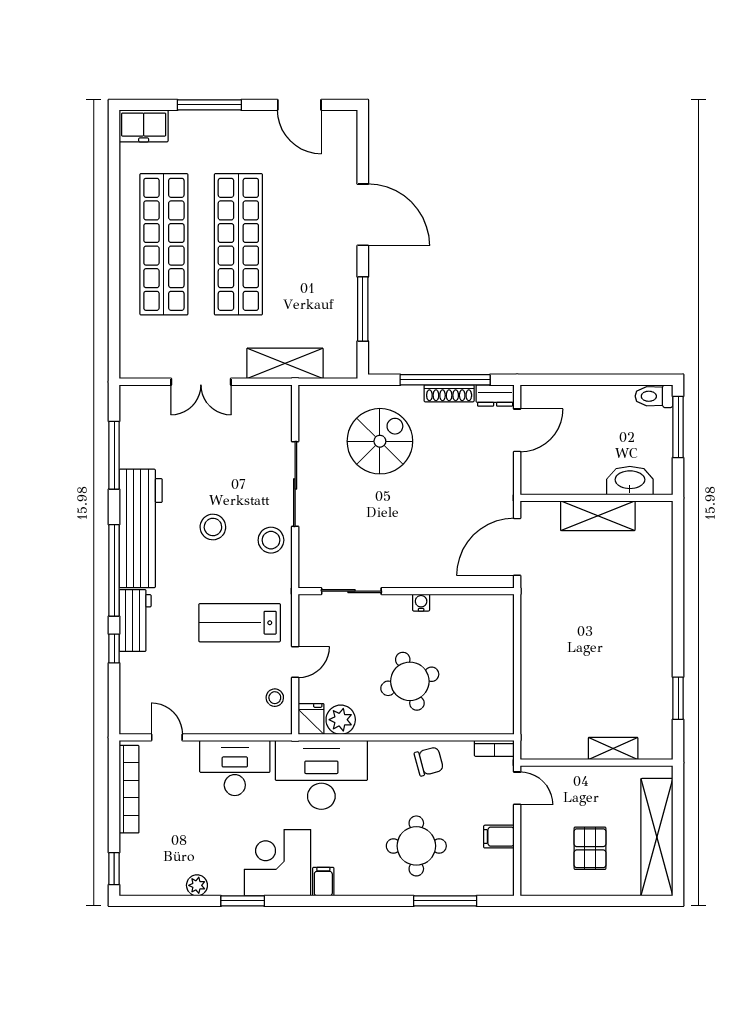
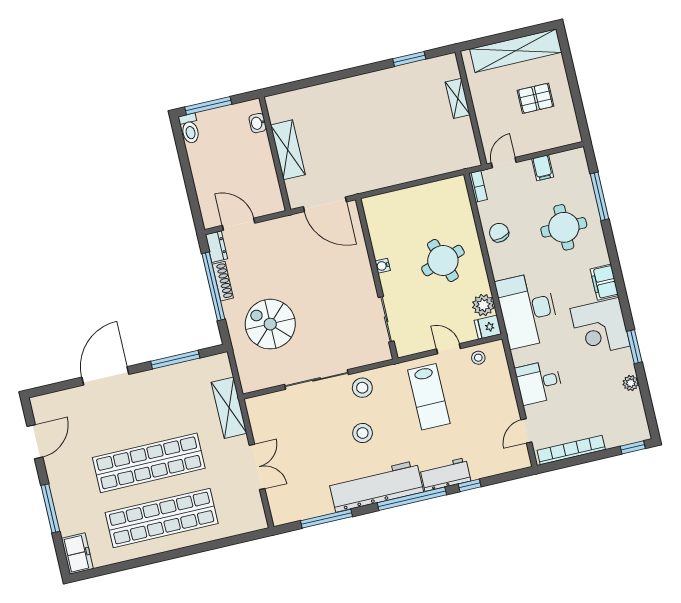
washbasin: (630, 481) -> (258, 123), width x0.52, depth x0.69
desk: (235, 768) -> (539, 382), width x0.73
filing cabinet: (323, 882) -> (604, 282), width x2.00

